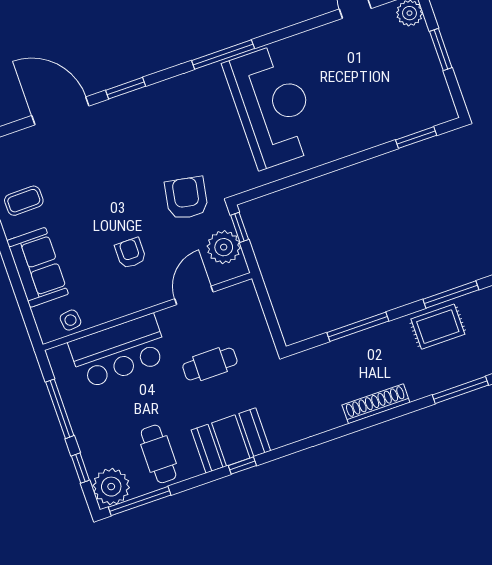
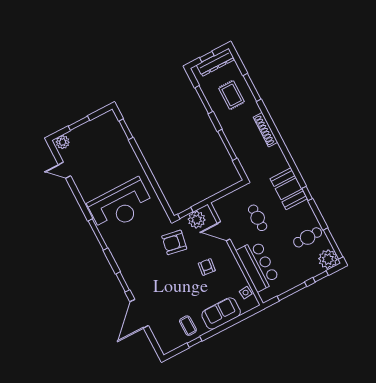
reception desk: (272, 106) -> (121, 205), turned 180
armchair: (130, 253) -> (207, 267), turned 96
rug: (438, 327) -> (232, 95), moved
booth: (231, 440) -> (289, 189), moved

